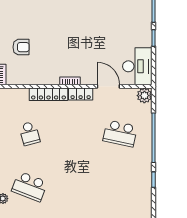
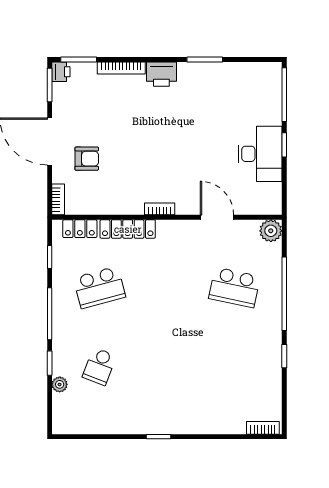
desk: (137, 66) -> (260, 154), moved
locker: (81, 94) -> (80, 229), moved
school desk: (30, 133) -> (99, 287), width x1.85
school desk: (30, 187) -> (99, 366), width x0.54

